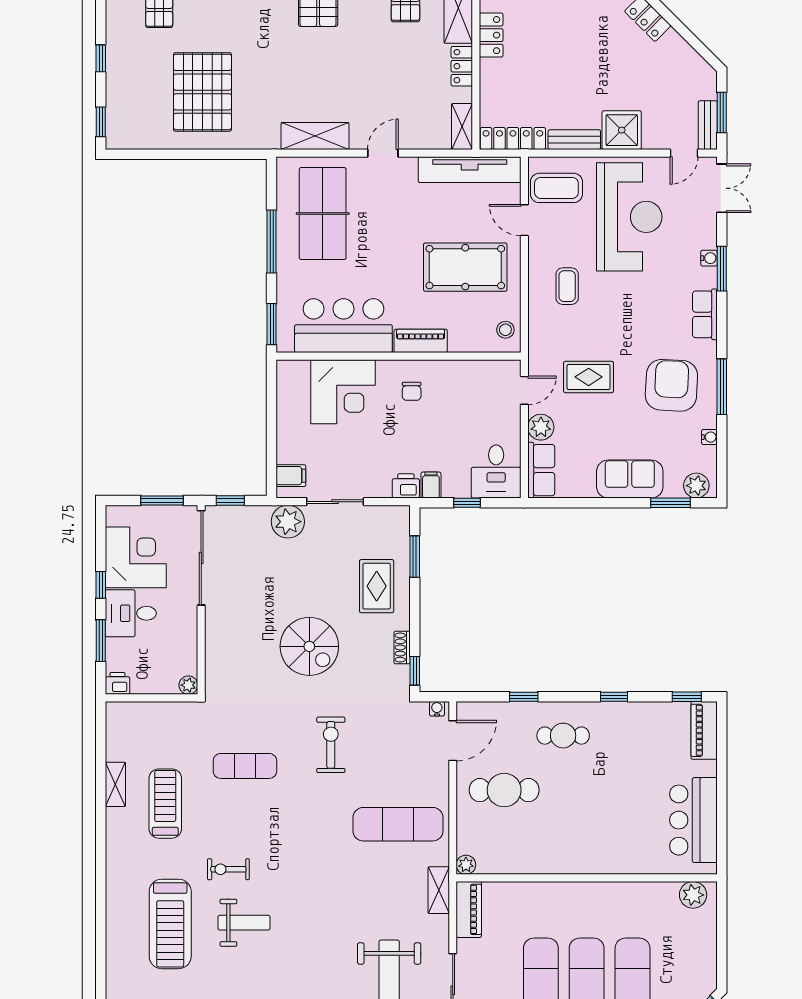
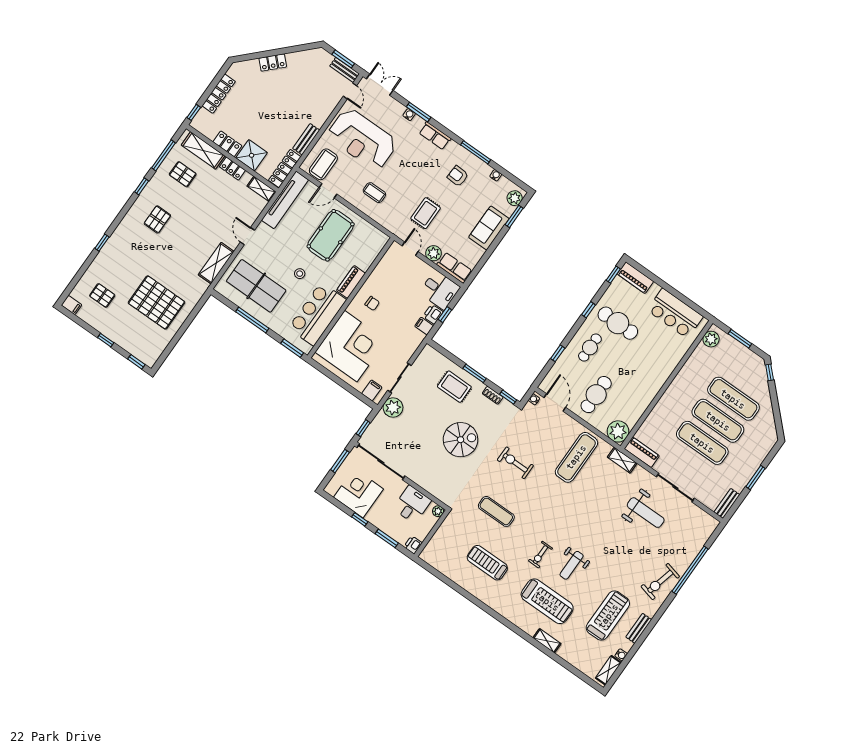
shower: (622, 130) -> (252, 155), moved
reception desk: (629, 217) -> (362, 139), turned 180
stool: (505, 330) -> (300, 274), moved
armchair: (671, 385) -> (458, 176), width x0.53, depth x0.53
corner desk: (343, 392) -> (351, 346), width x1.36, depth x1.36
printer: (406, 486) -> (433, 314), moved
window: (415, 557) -> (475, 373), moved
desk: (131, 613) -> (412, 504), moved, turned 180
cafe table: (624, 750) -> (618, 323), added
exercise mat: (245, 766) -> (496, 511), turned 90
shelving: (115, 784) -> (547, 641), moved
plant: (466, 865) -> (618, 431), width x1.88, depth x1.88
weight bench: (244, 923) -> (572, 565), turned 180
window: (722, 934) -> (740, 339), added

